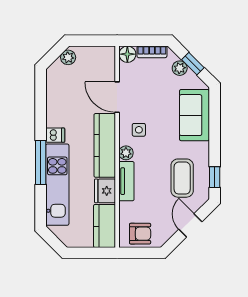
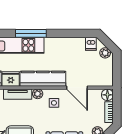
door: (117, 97) -> (77, 88), swing flipped
dishwasher: (55, 135) -> (91, 44), moved

